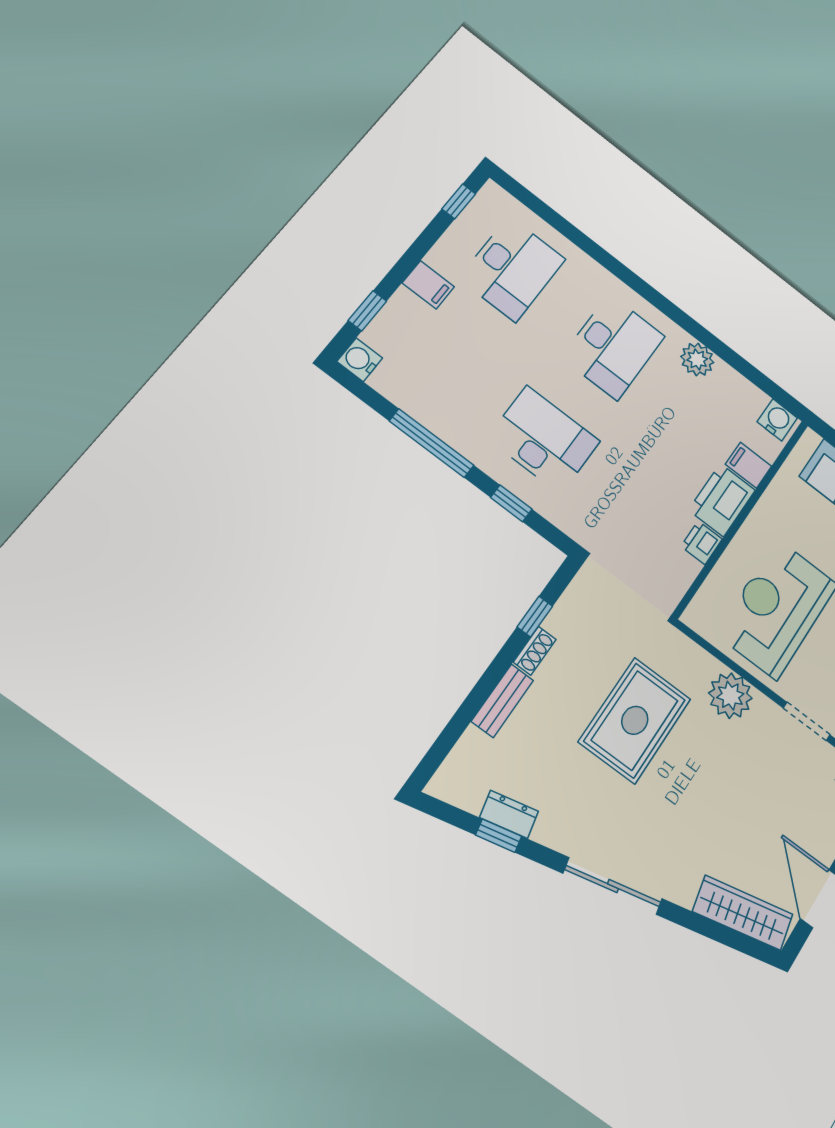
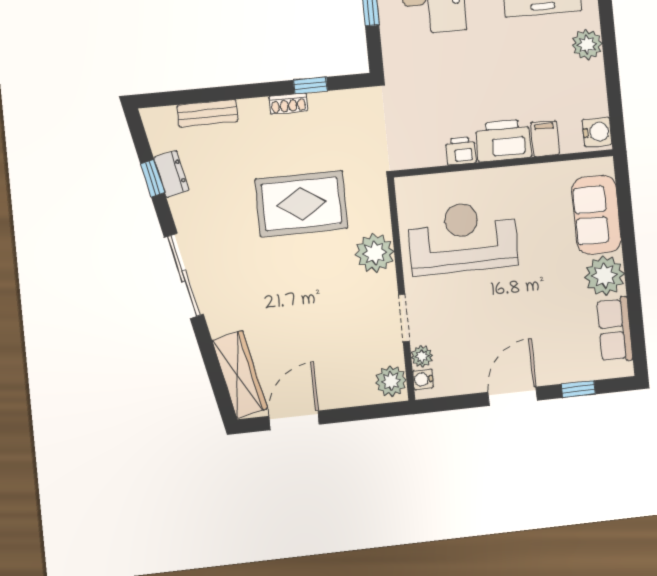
bench: (502, 701) -> (207, 113), moved

